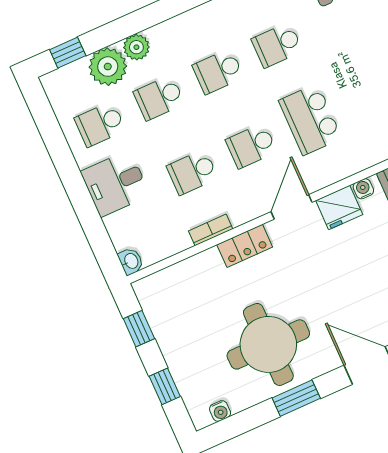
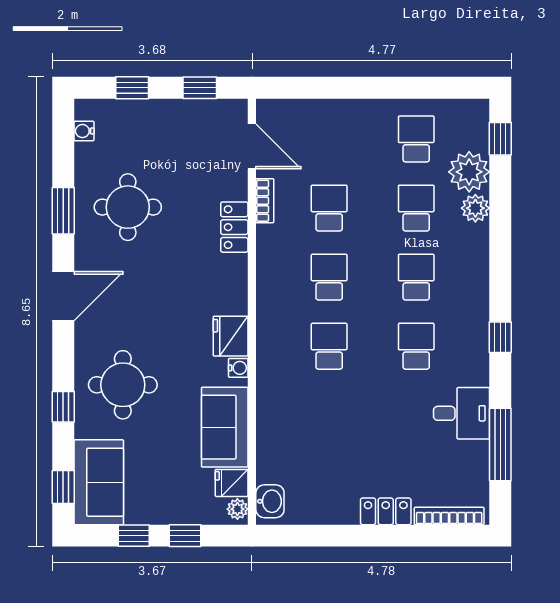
school desk: (310, 119) -> (329, 346), width x0.54
desk: (115, 183) -> (352, 128), removed
door: (291, 207) -> (252, 146), moved
washbasin: (131, 261) -> (269, 109), removed
round table: (268, 344) -> (128, 207), width x0.73, depth x0.73

